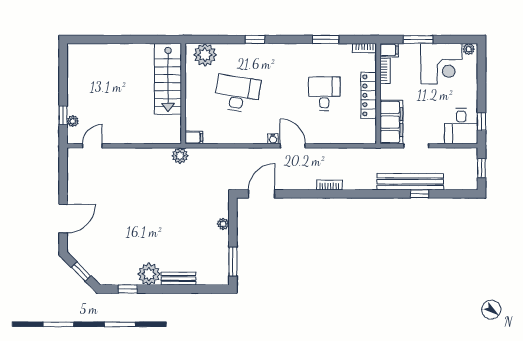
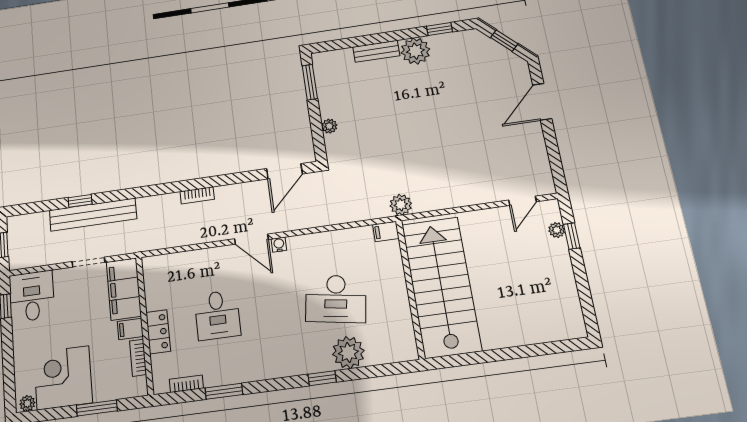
bookcase: (364, 48) -> (186, 384), moved
filing cabinet: (389, 50) -> (130, 329), moved
plant: (205, 55) -> (348, 352), moved
stairs: (168, 79) -> (441, 287), width x1.36, depth x1.51
locker: (369, 95) -> (158, 332), width x0.66

